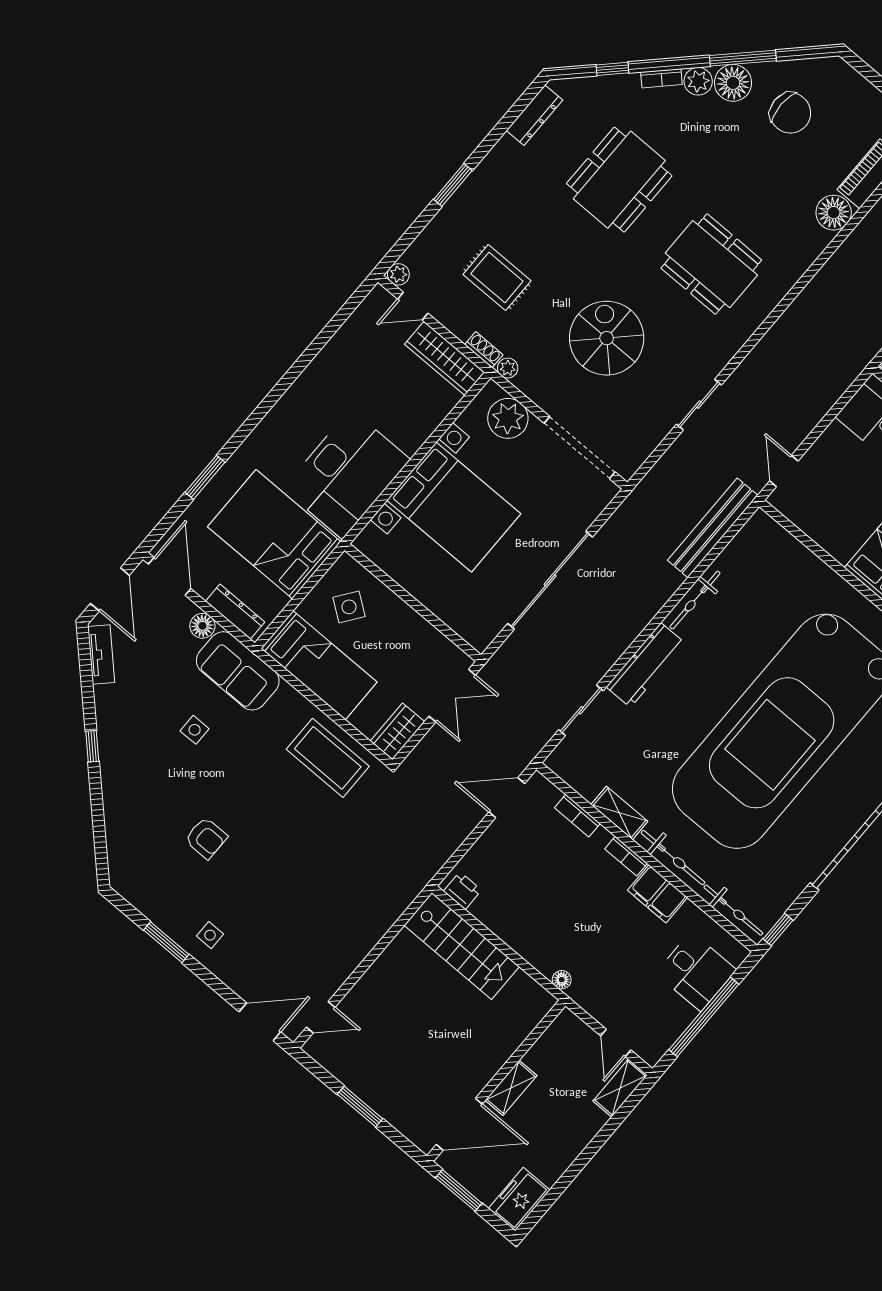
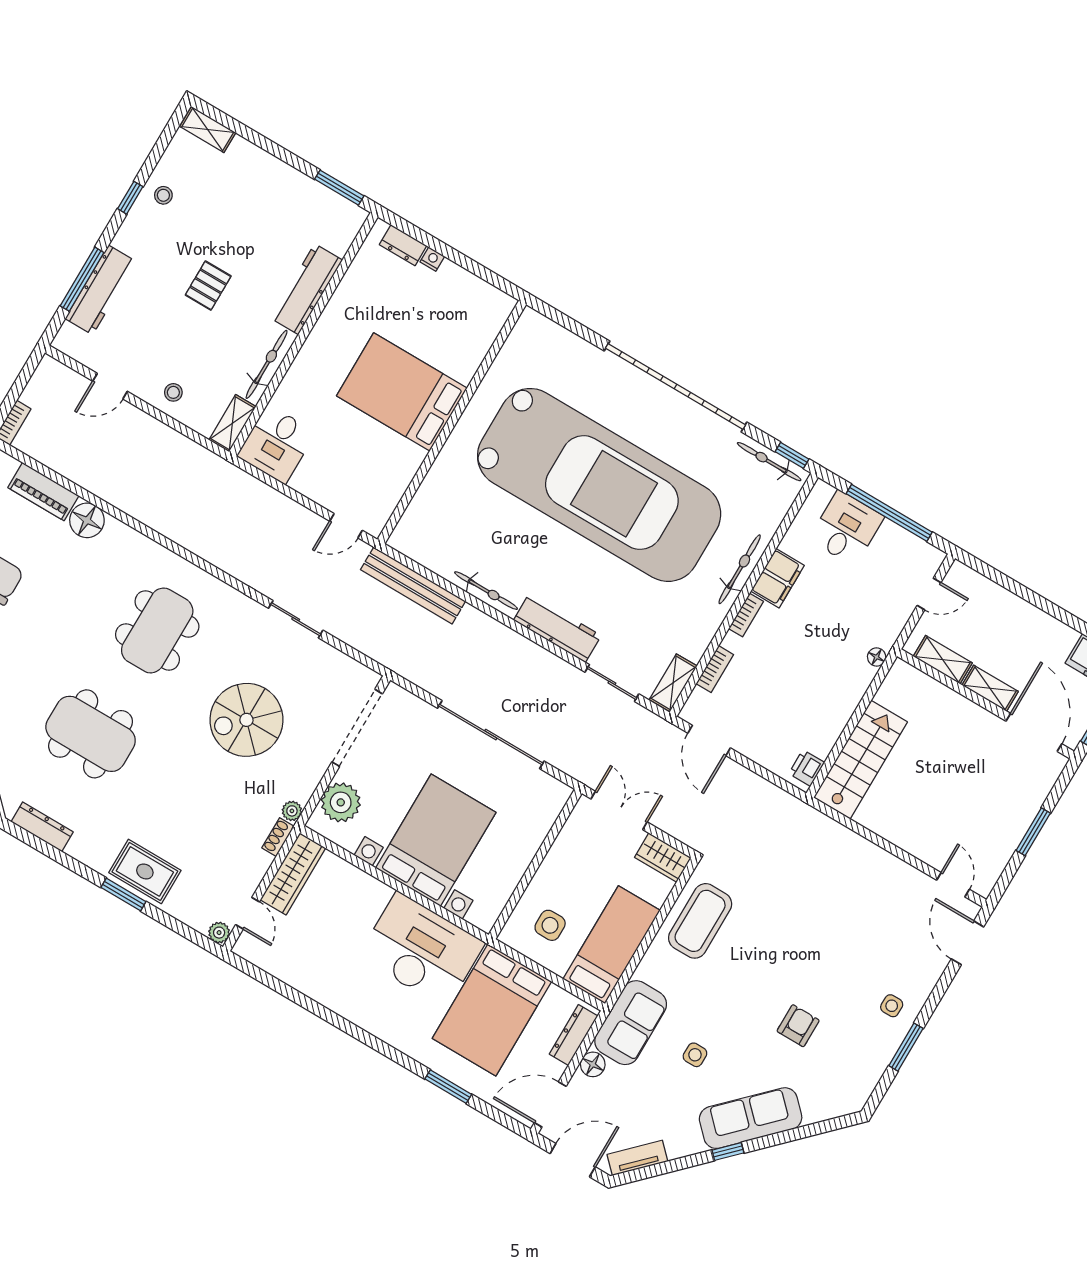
rug: (497, 278) -> (145, 871), moved, turned 90
side table: (349, 607) -> (550, 925), turned -36
sofa: (122, 775) -> (751, 1118), added
shelving: (619, 813) -> (673, 683), moved
bicycle: (733, 910) -> (769, 462), moved, turned -90
shelving: (620, 1088) -> (943, 660), moved

